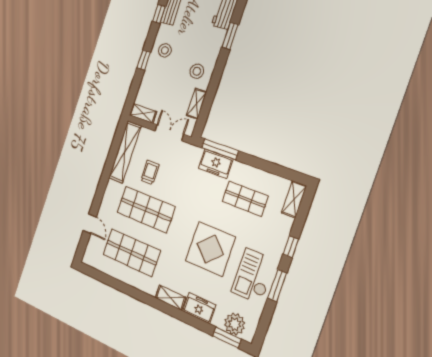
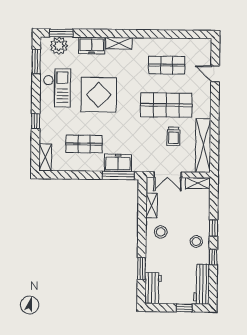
window: (159, 14) -> (213, 257), moved
shop shelf: (131, 253) -> (167, 65), width x0.70, depth x0.74
window: (277, 286) -> (36, 61), moved

